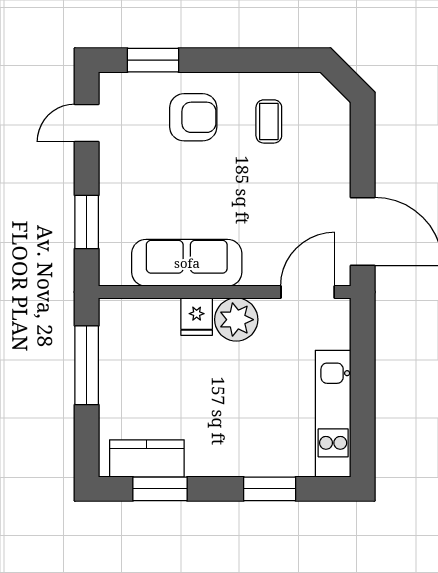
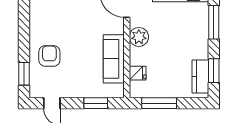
coffee table: (269, 121) -> (51, 23), removed
fridge: (197, 317) -> (138, 73), moved
window: (270, 489) -> (214, 22), width x1.44

